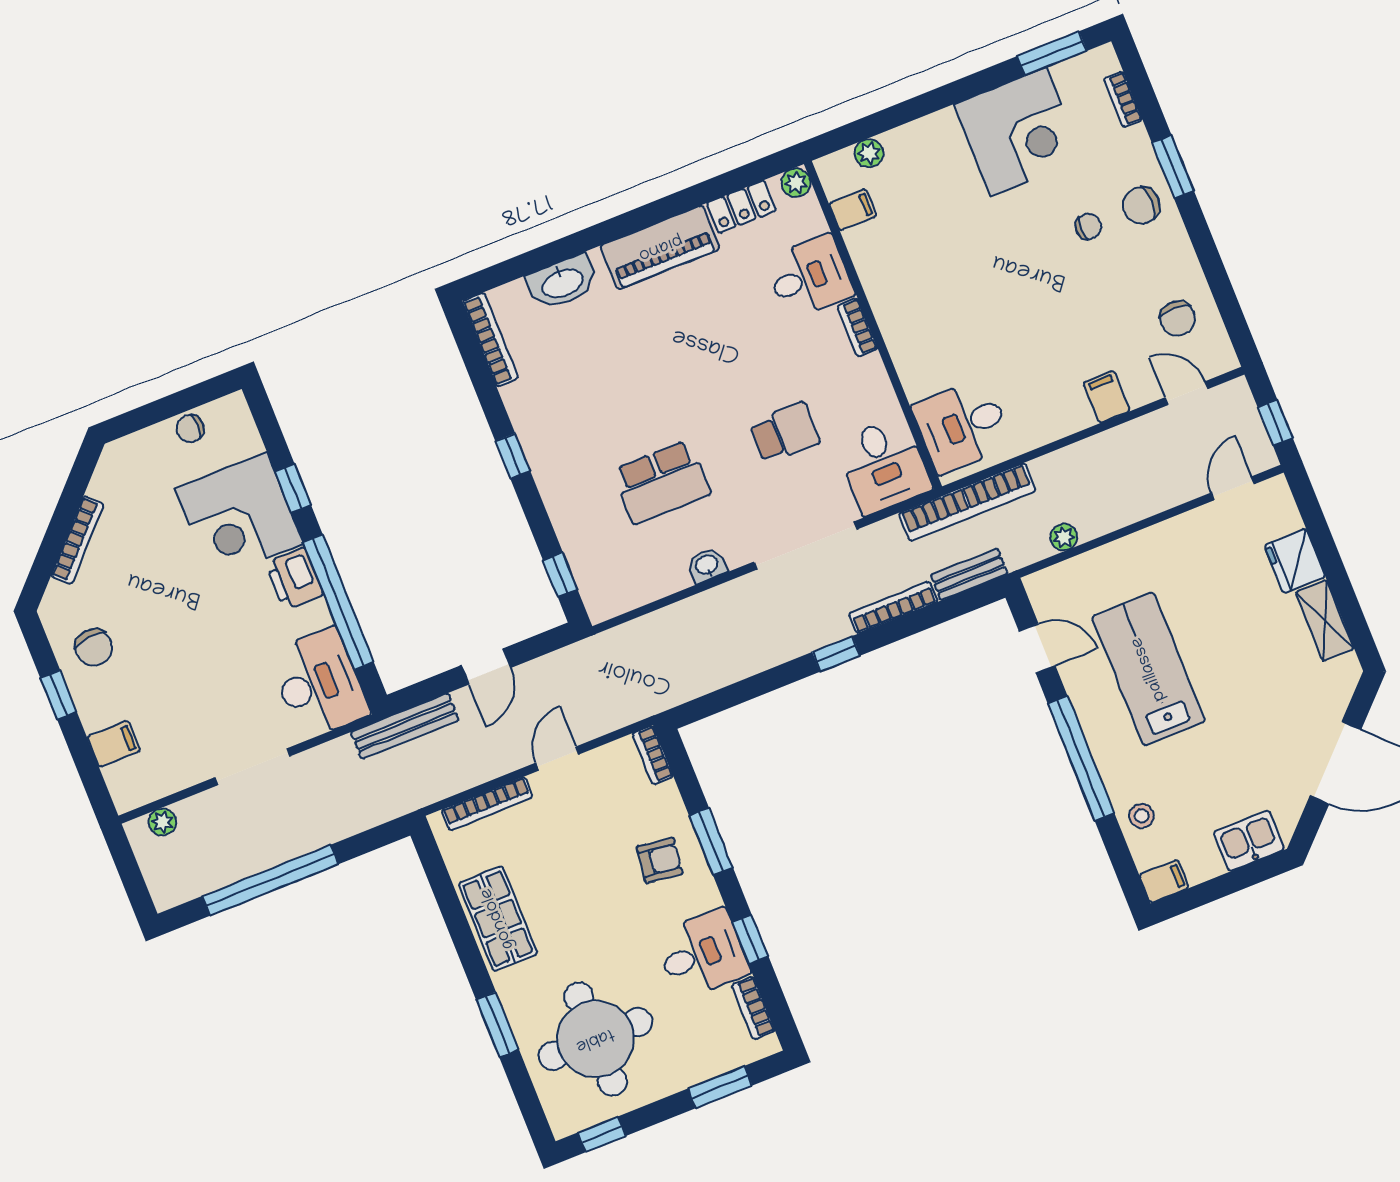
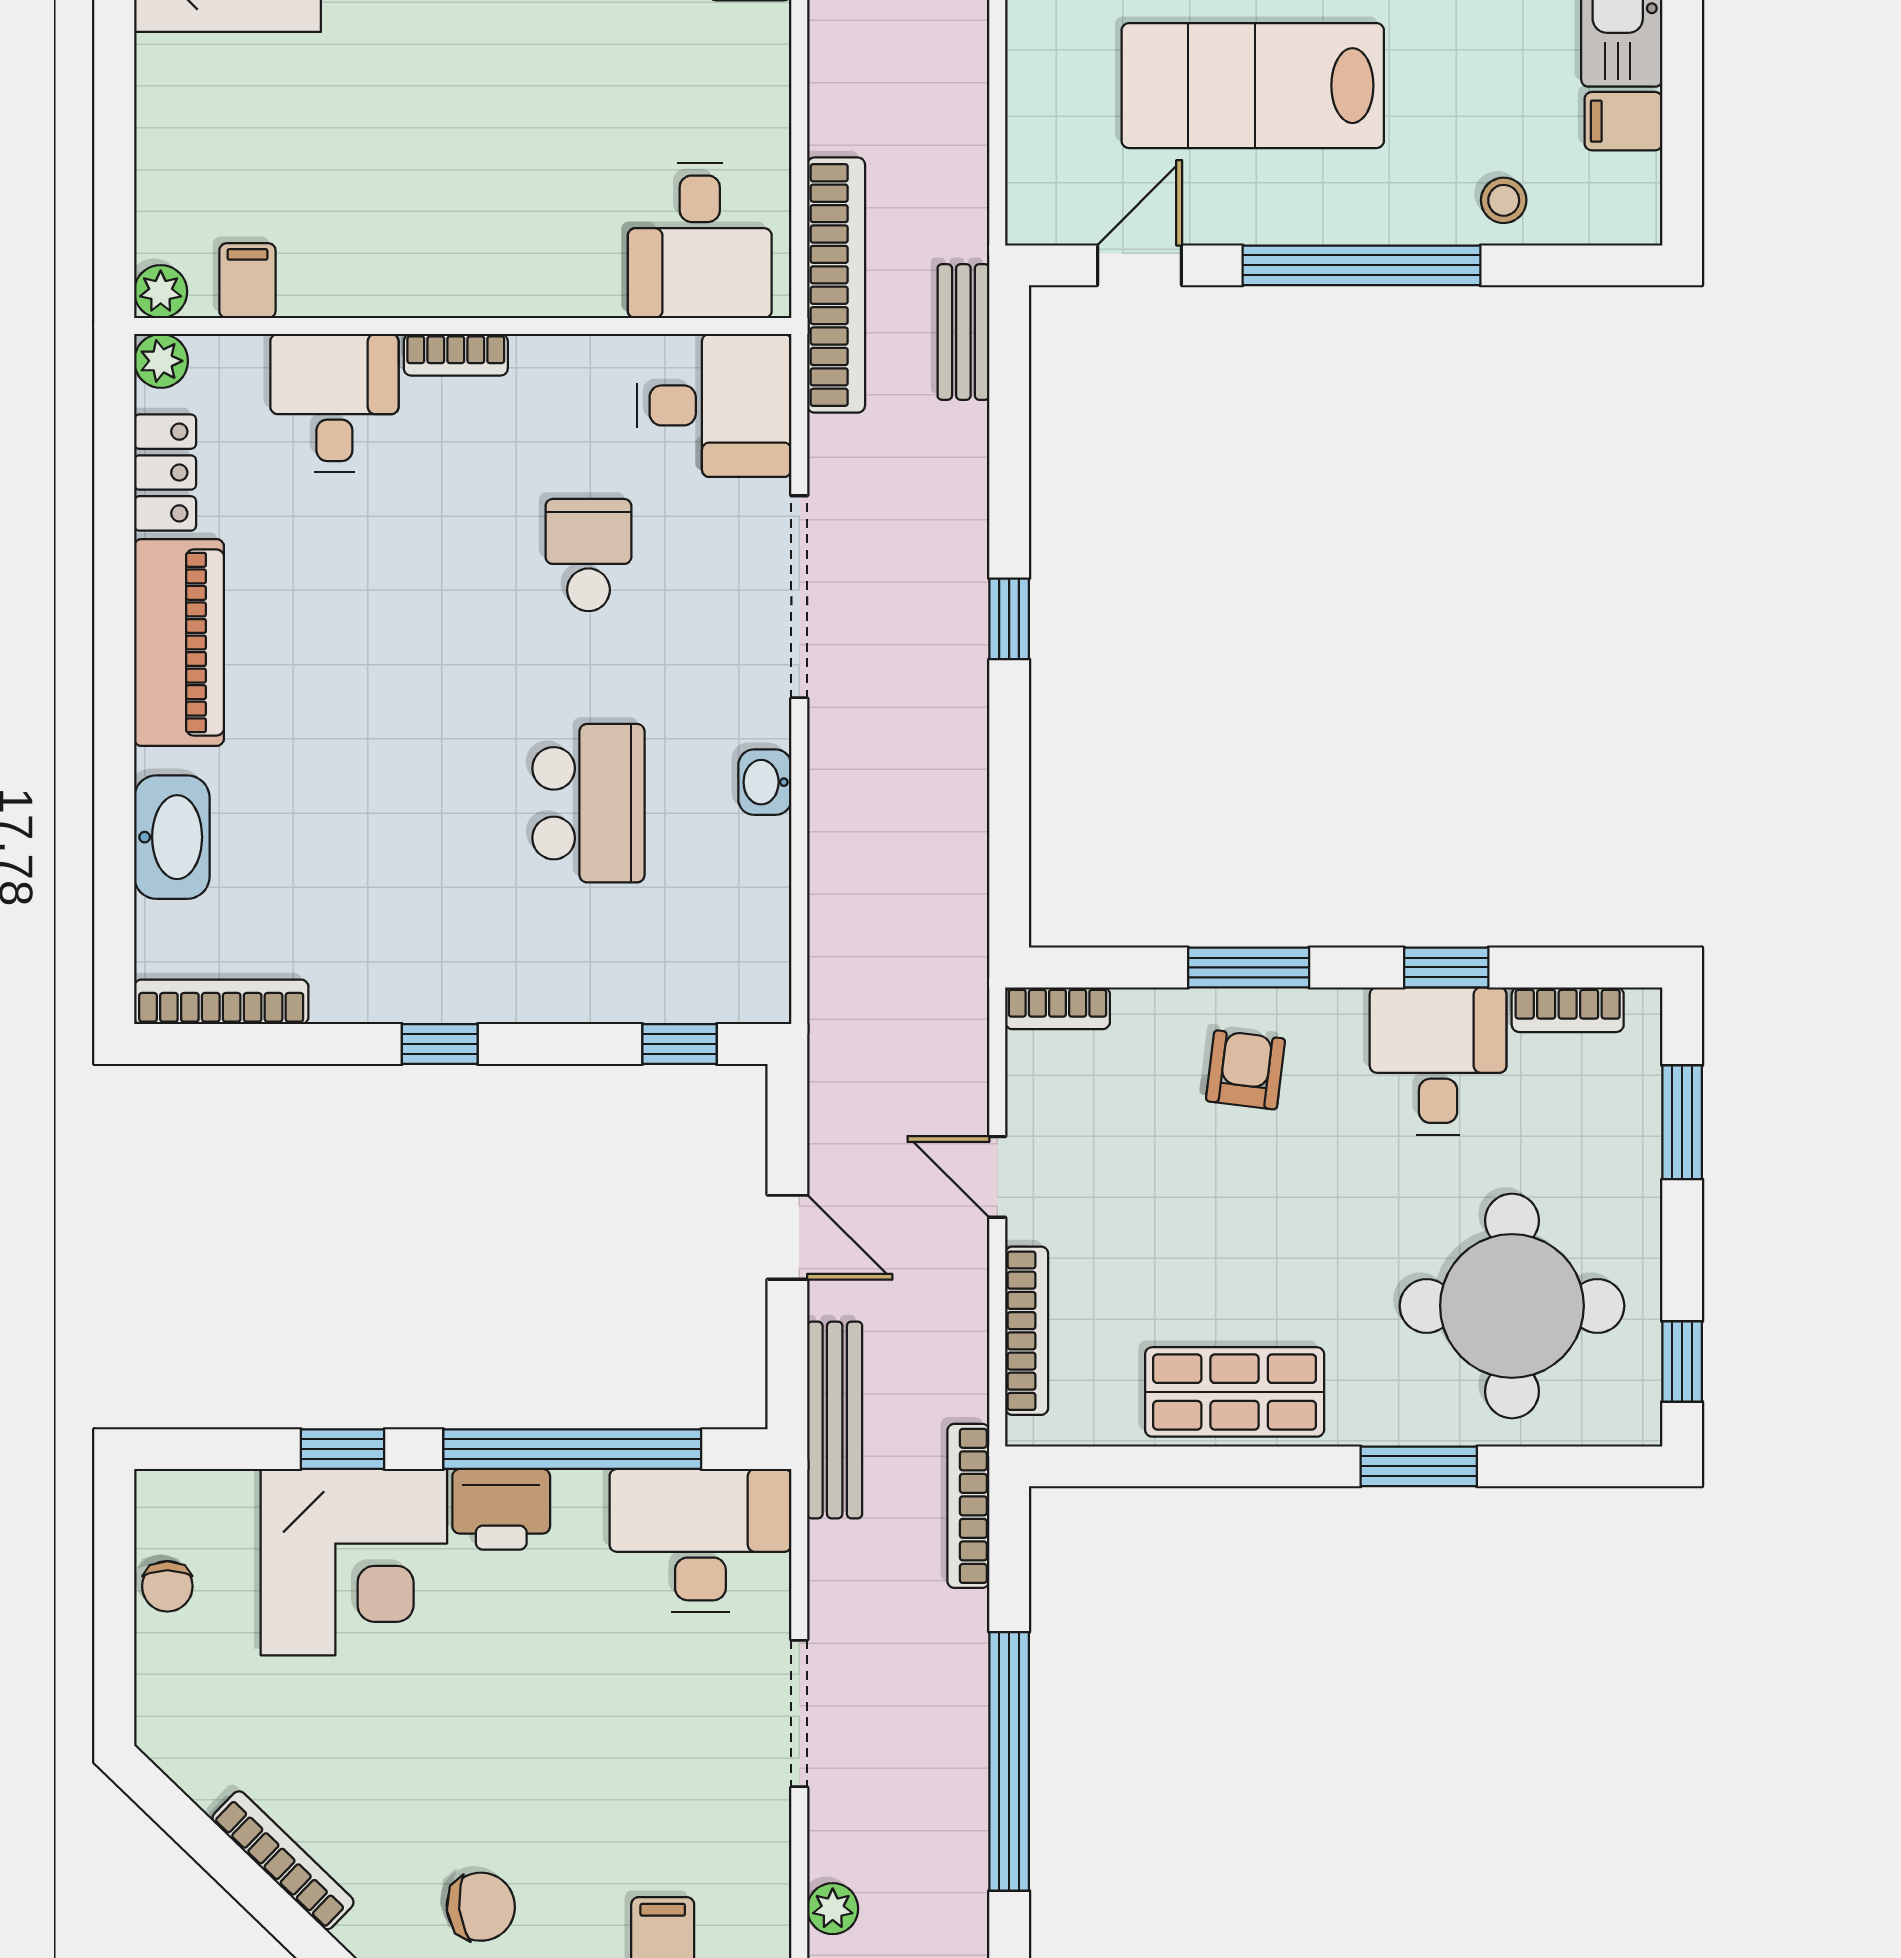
plant: (869, 153) -> (161, 292), moved
plant: (1064, 537) -> (964, 141), removed
bookcase: (893, 608) -> (968, 1506), moved
filing cabinet: (1164, 881) -> (1623, 121), moved, turned -90

